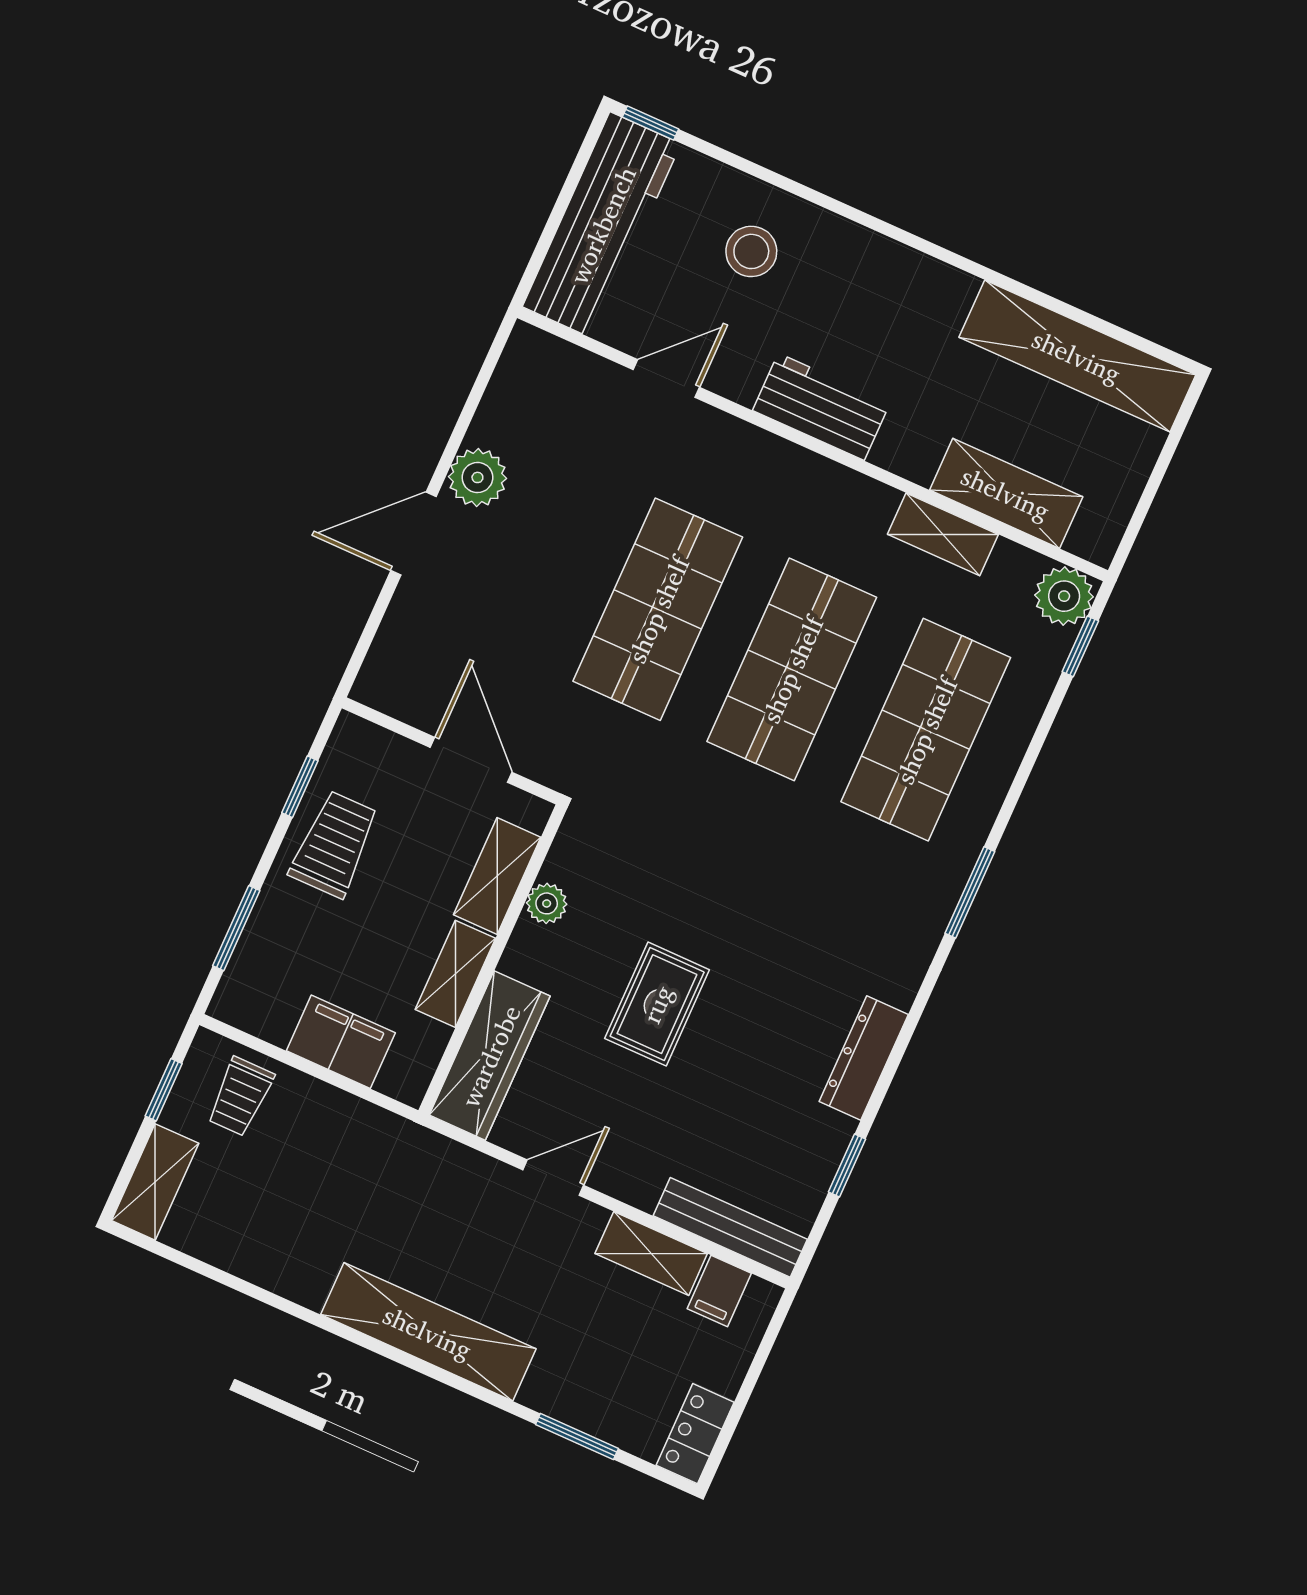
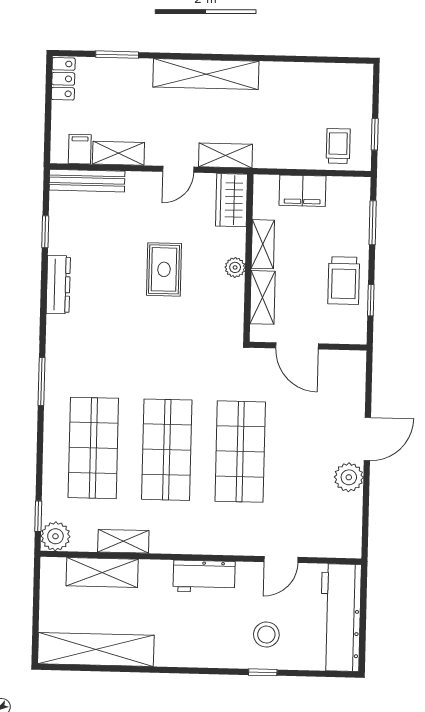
window: (650, 123) -> (263, 672), moved
plant: (547, 903) -> (235, 267), moved
wardrobe: (490, 1056) -> (232, 200), width x0.67
shelving: (155, 1182) -> (226, 155), moved, turned 90

